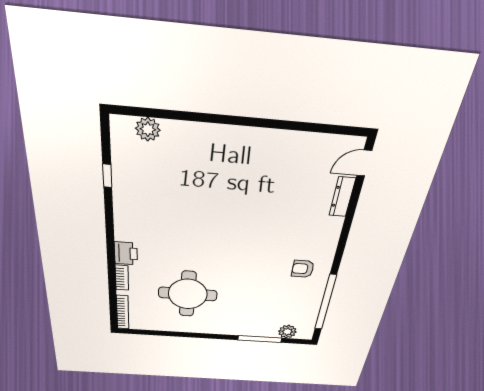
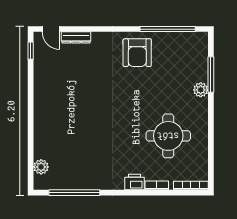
window: (338, 130) -> (31, 51), added
window: (107, 176) -> (74, 193), width x3.17
armchair: (303, 269) -> (137, 53), width x1.88, depth x1.88
plant: (287, 332) -> (201, 90), moved

